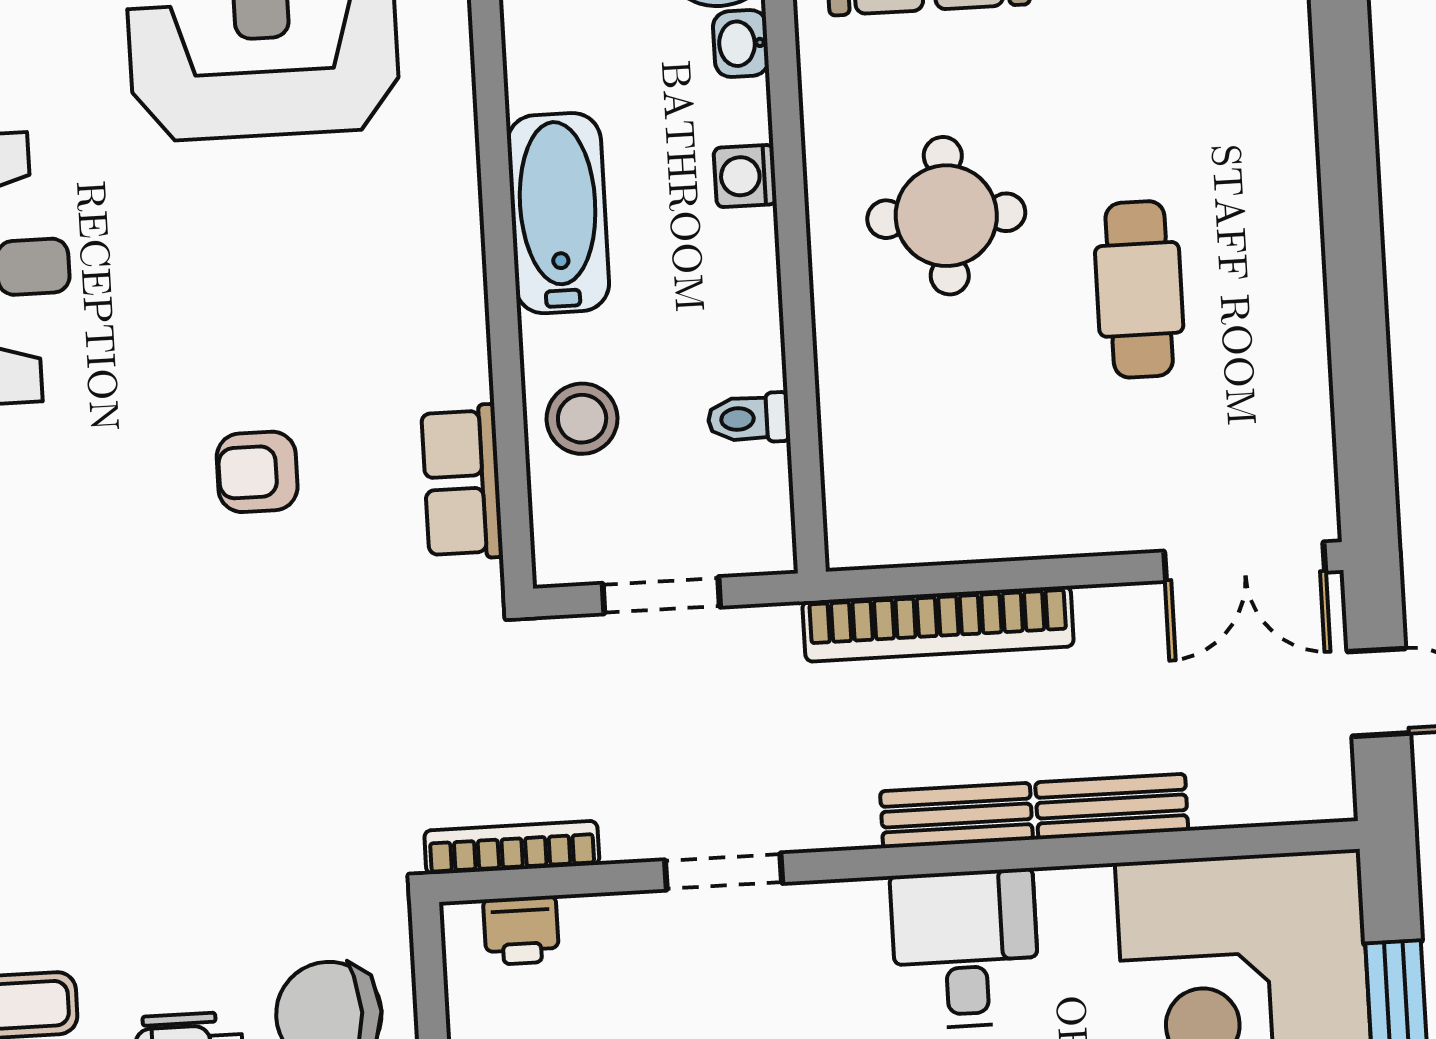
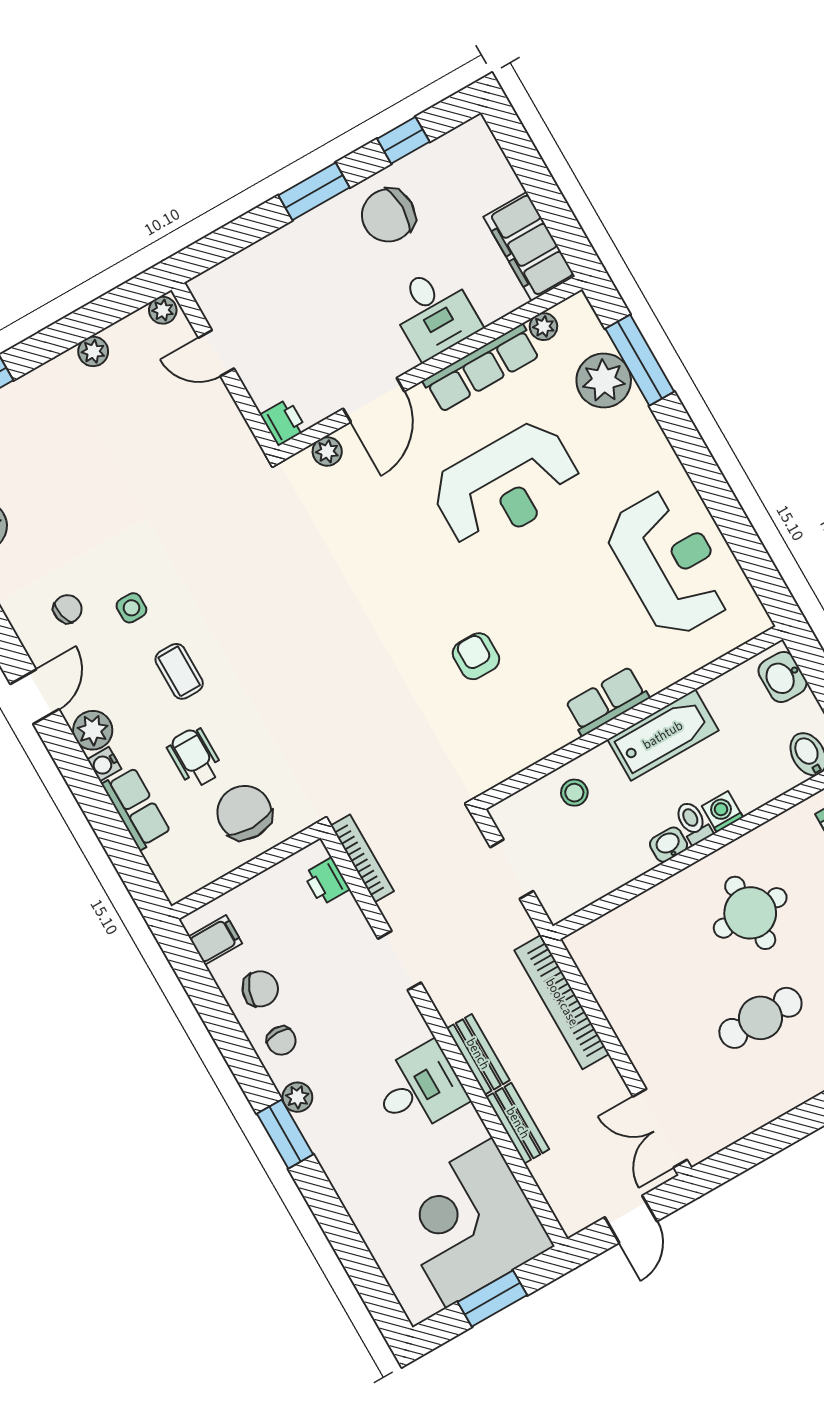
washbasin: (741, 43) -> (669, 845), moved
toilet: (749, 418) -> (693, 823), moved
stool: (582, 419) -> (574, 793), width x0.73, depth x0.73
row of seats: (462, 482) -> (607, 701), moved

